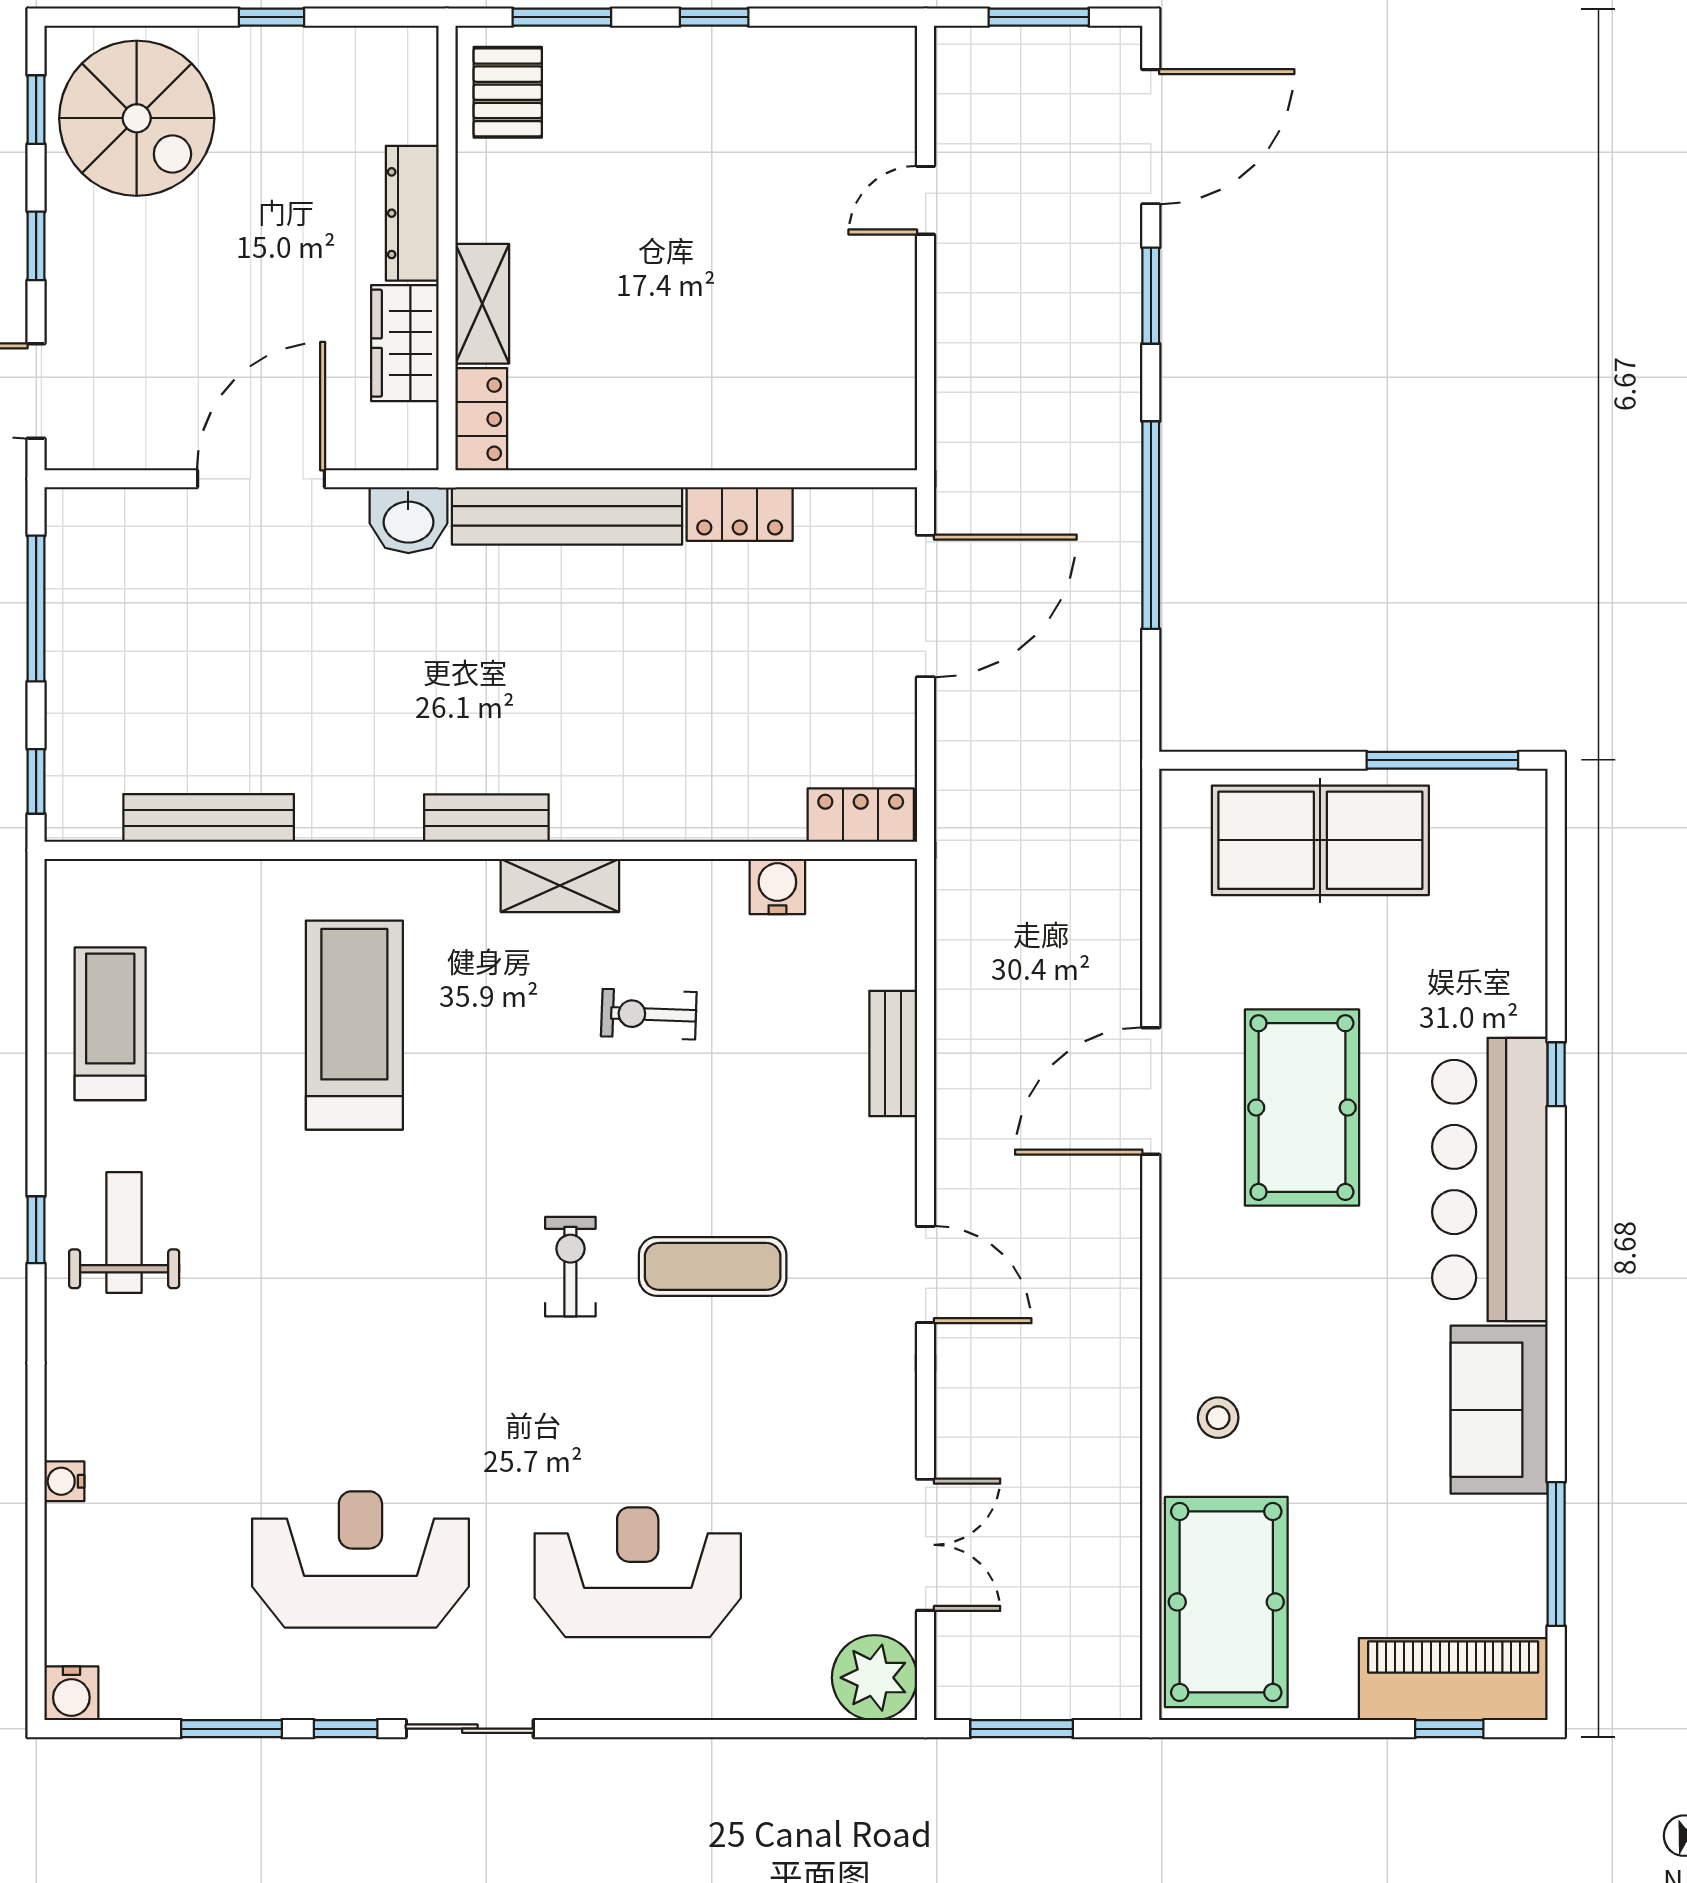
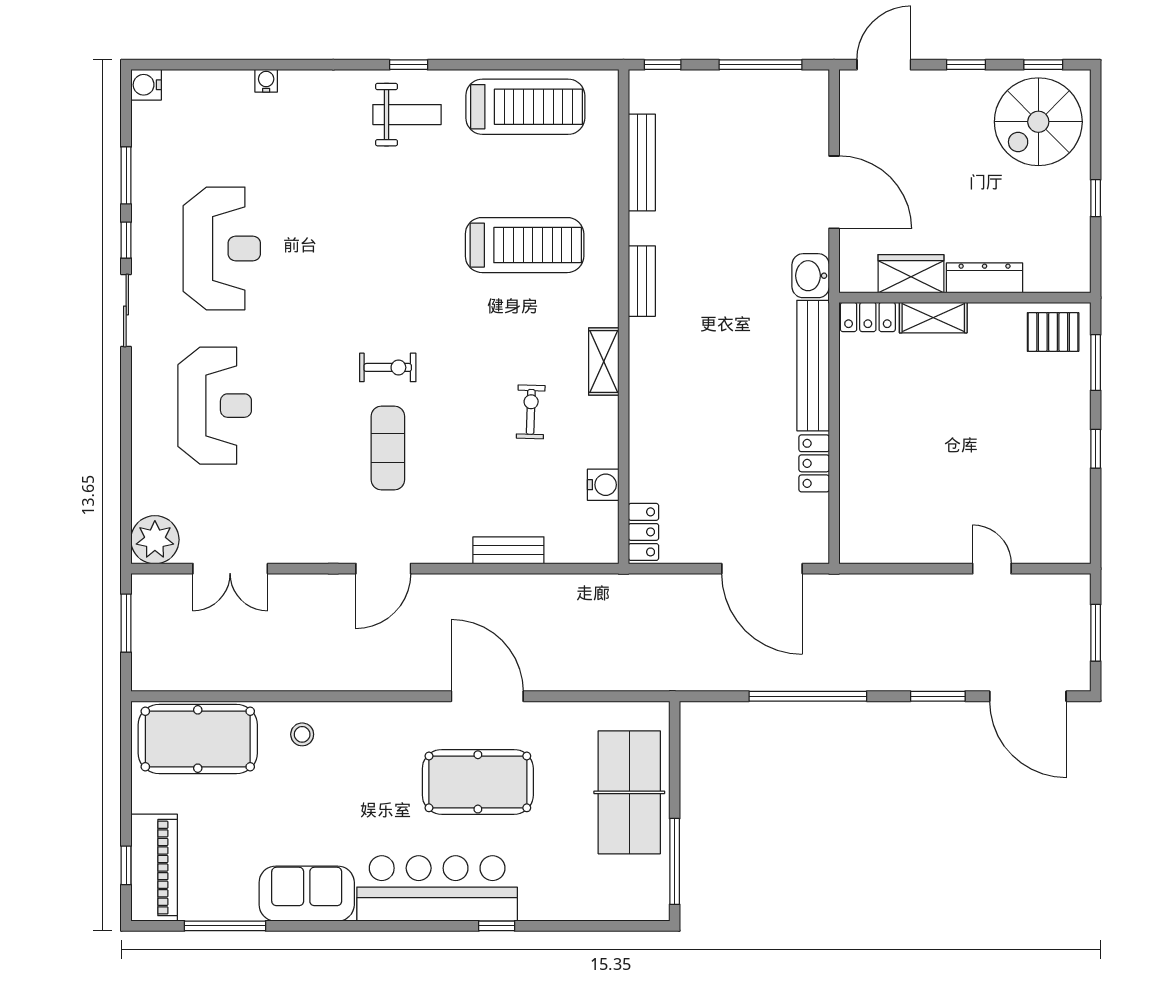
bench: (486, 818) -> (642, 281), moved
treadmill: (110, 1024) -> (525, 107), width x1.37, depth x1.38

